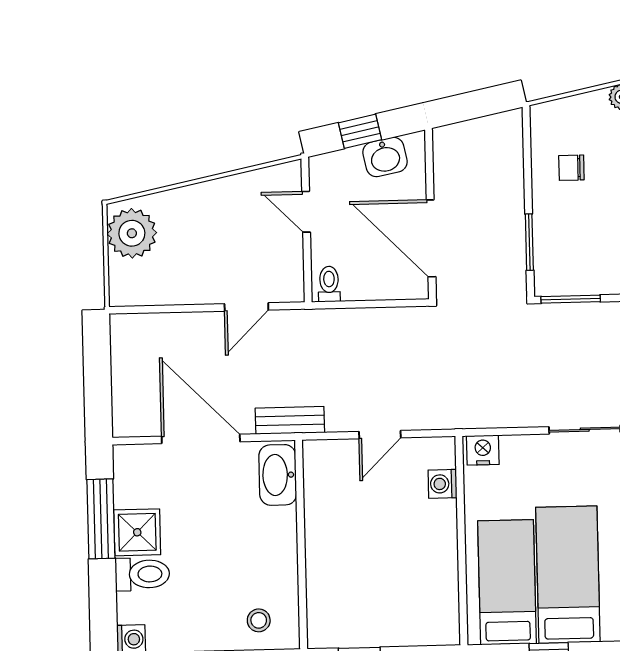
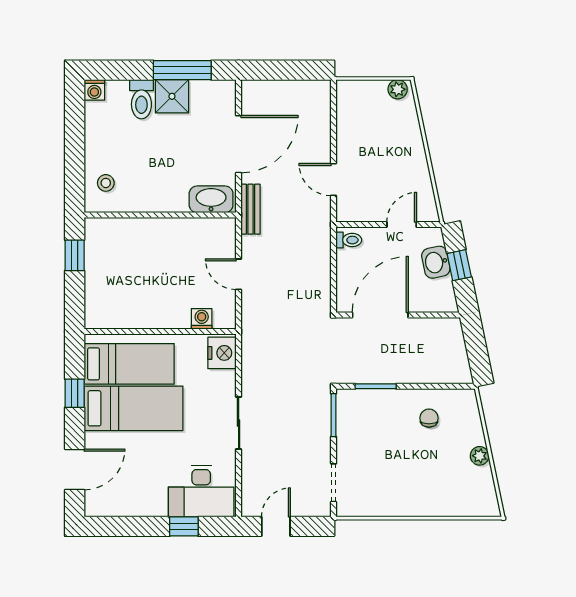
washbasin: (385, 157) -> (436, 262), moved
plant: (132, 233) -> (398, 89), width x0.53, depth x0.53
nightstand: (483, 450) -> (222, 353), width x1.36, depth x1.33

